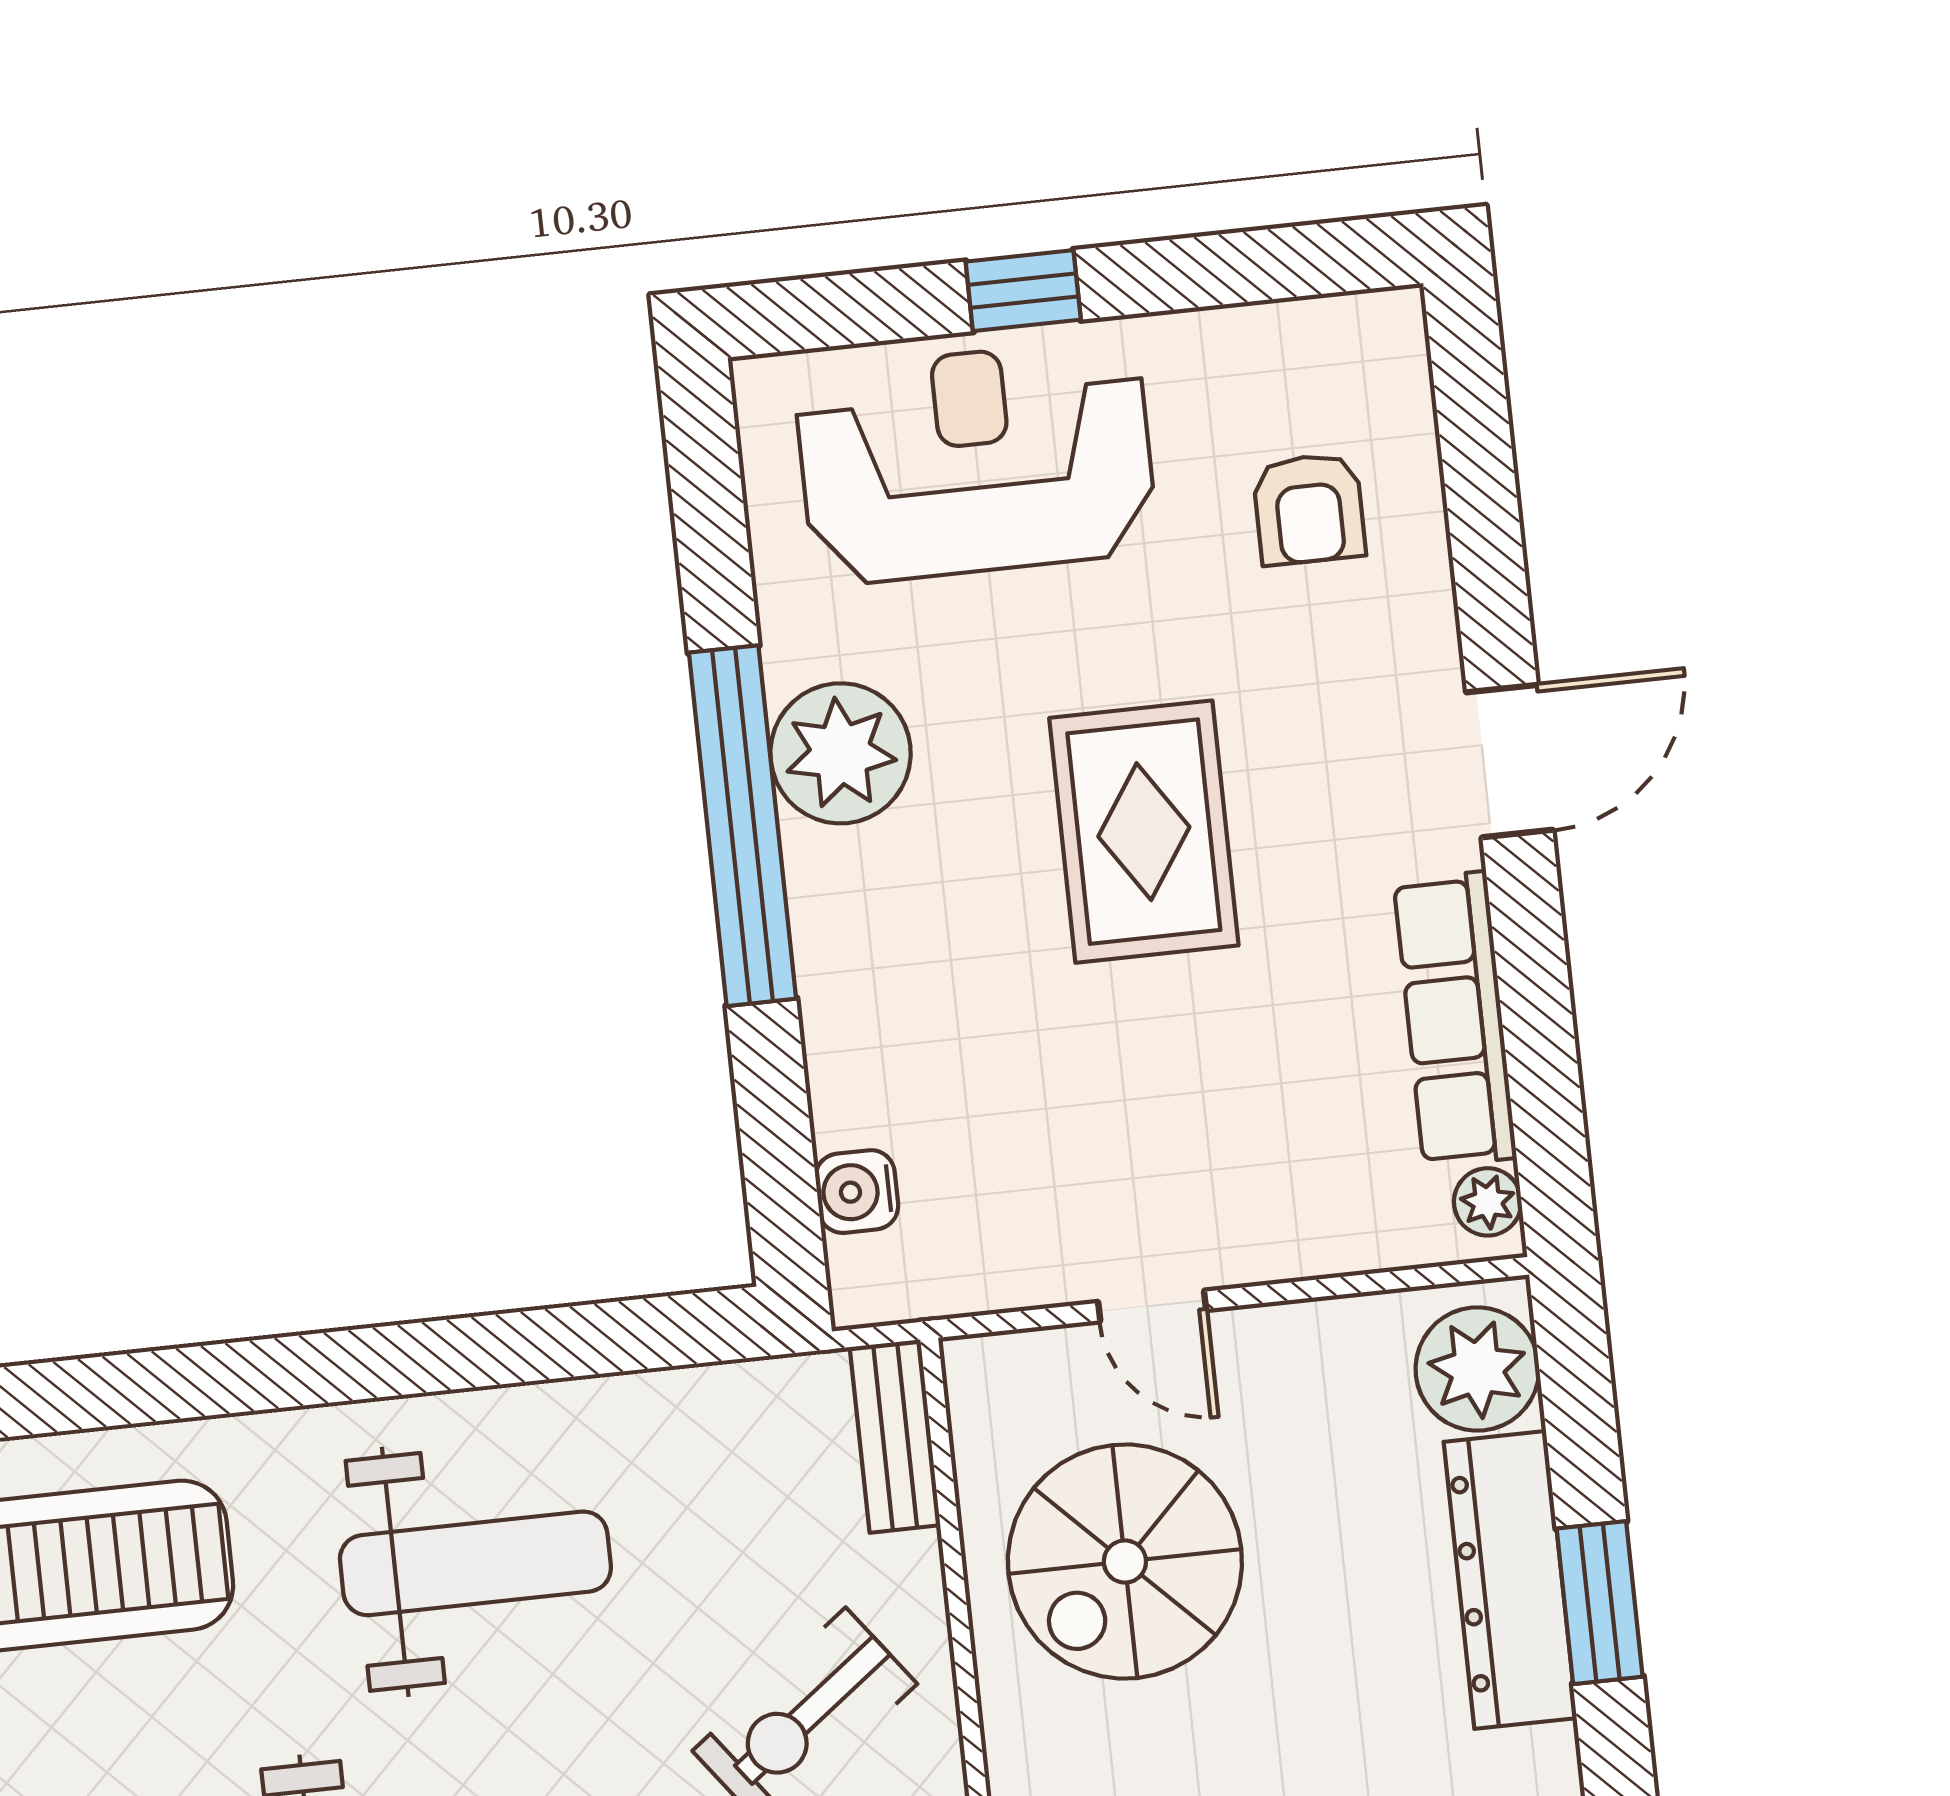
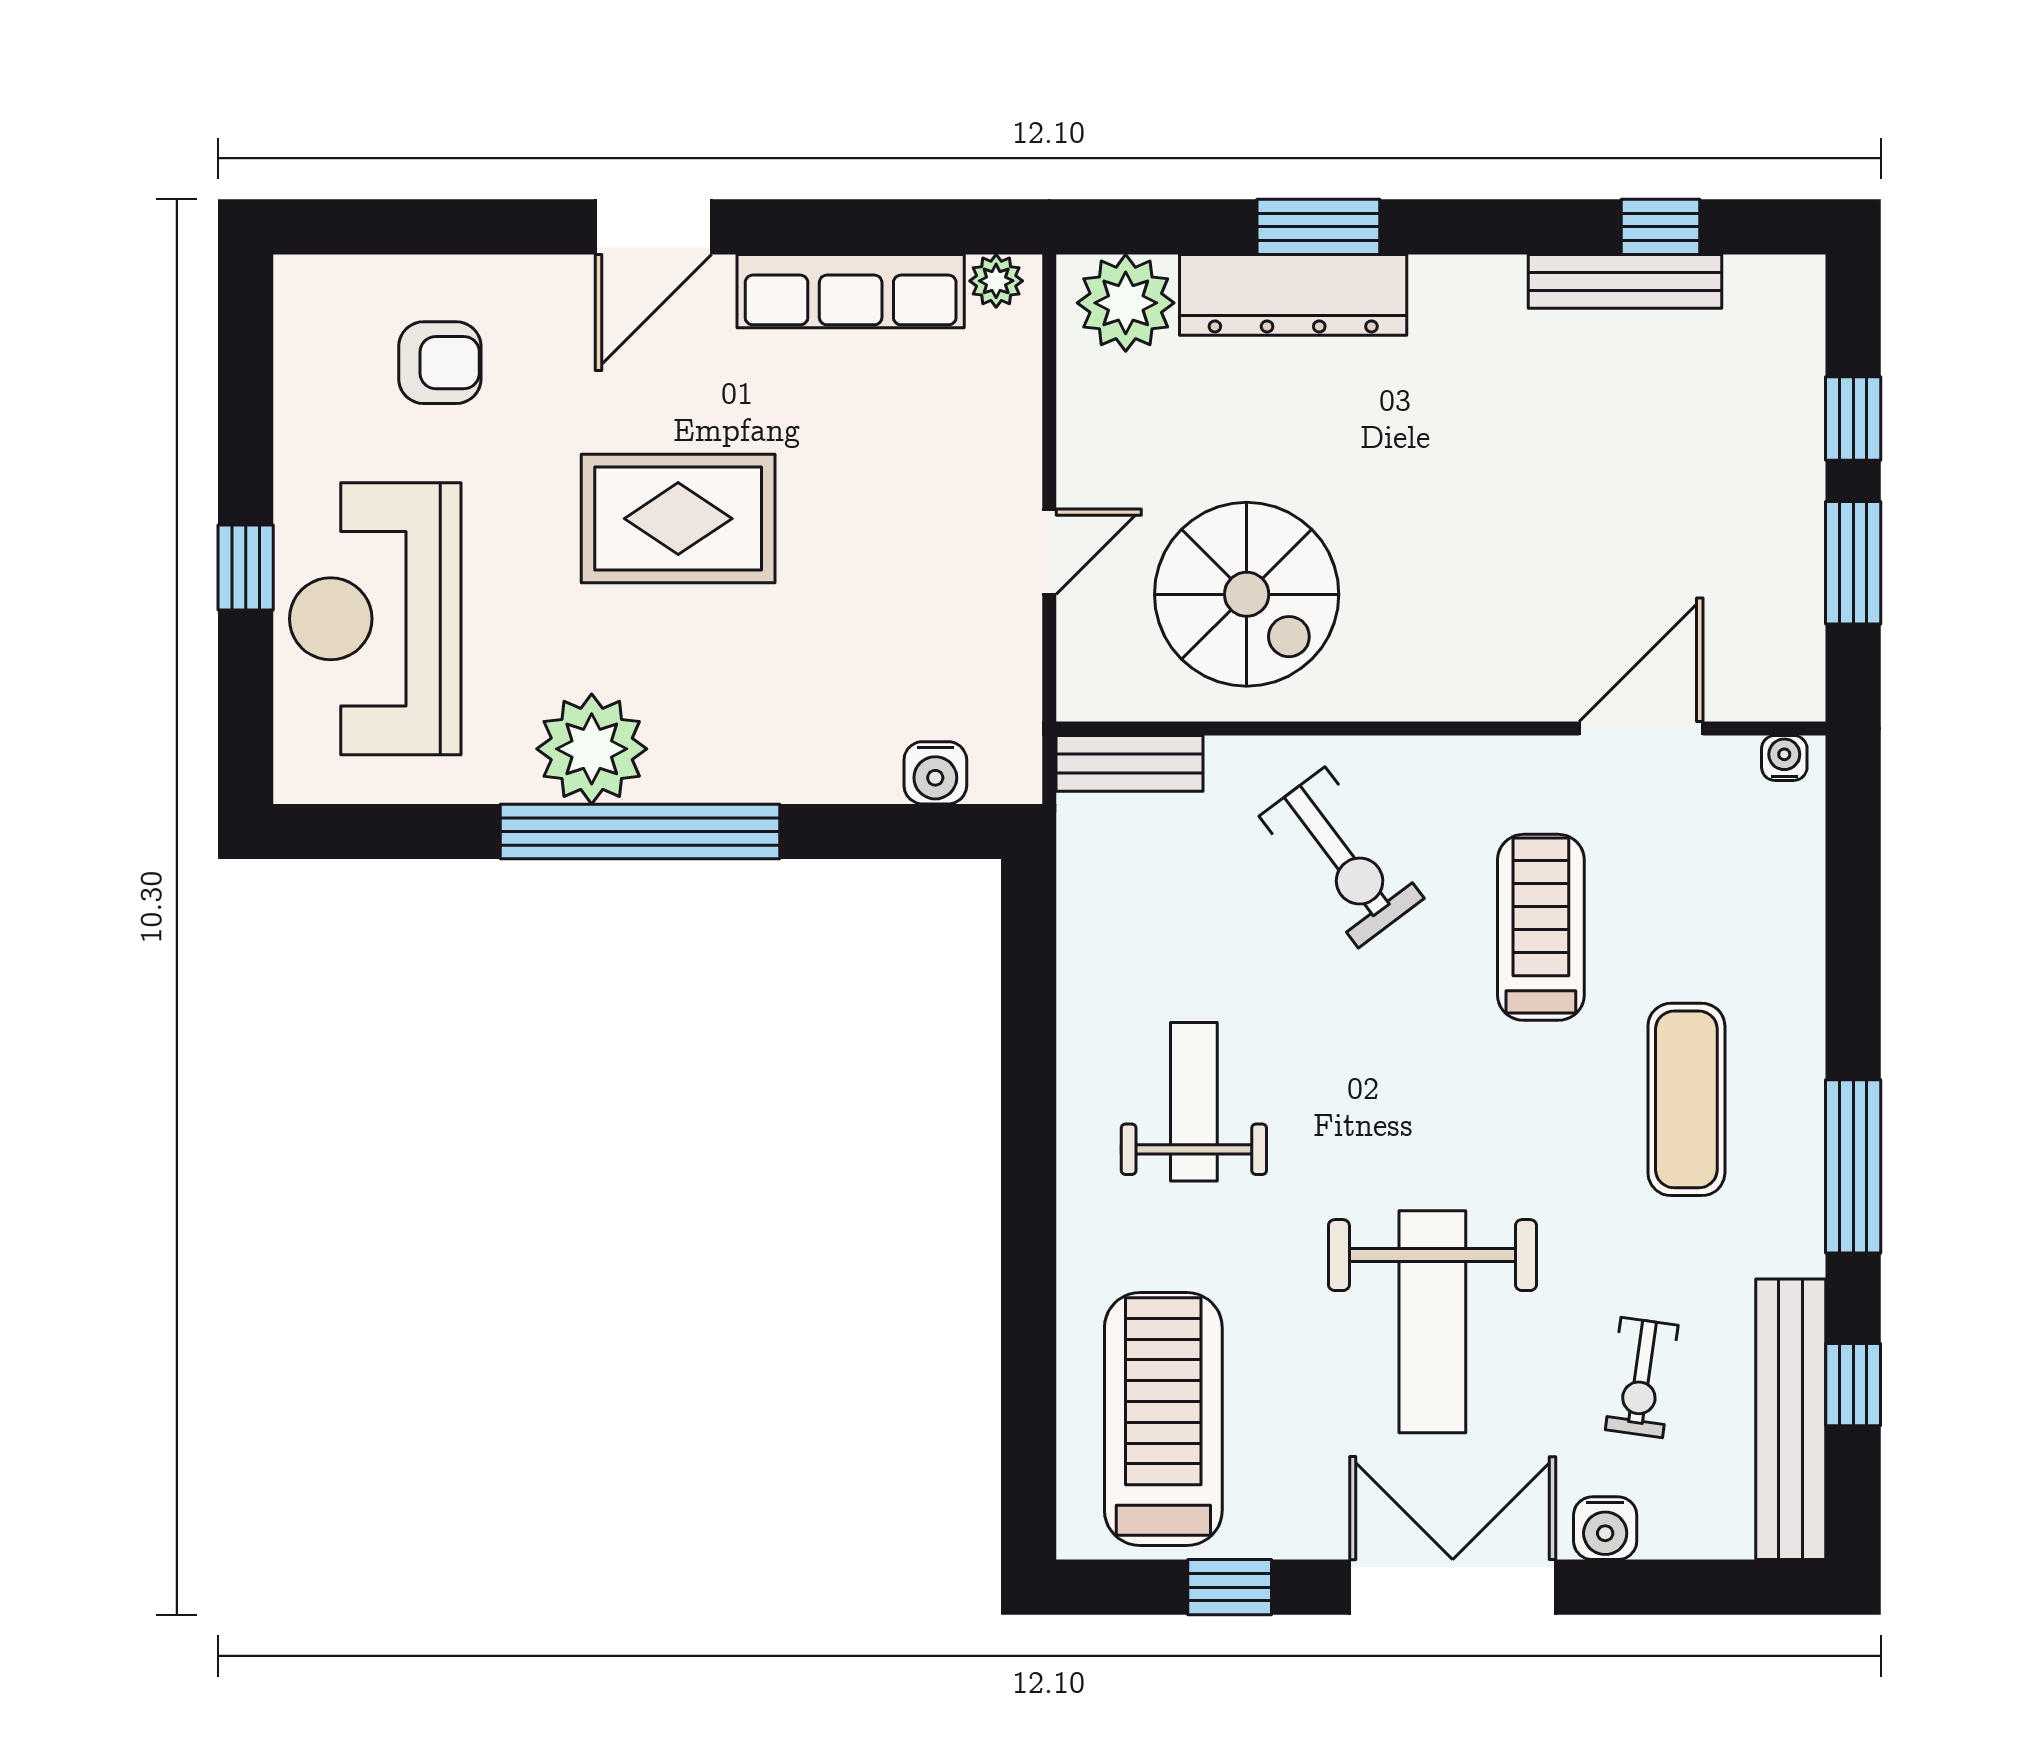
door: (1510, 761) -> (654, 227), swing flipped
weight bench: (475, 1563) -> (1194, 1102), width x0.73, depth x0.75

